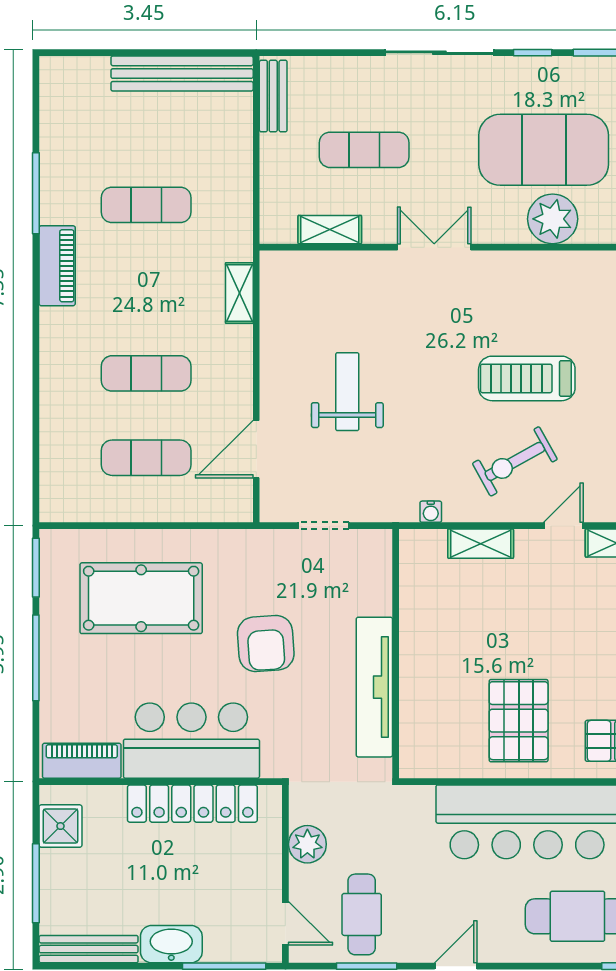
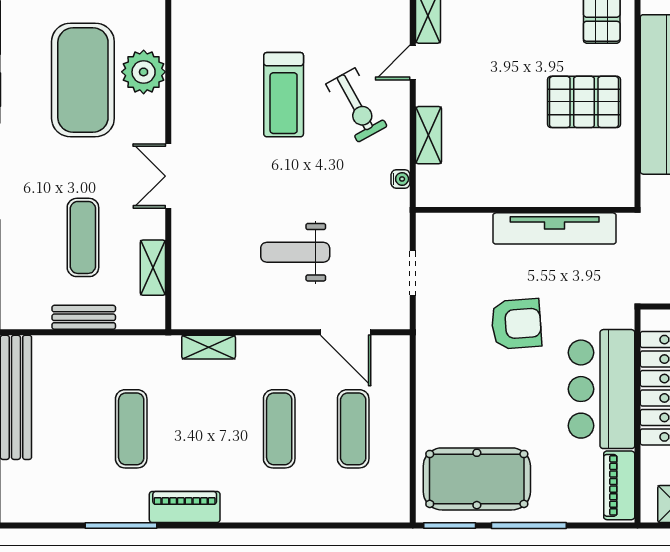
bench: (273, 96) -> (84, 317), moved
door: (563, 526) -> (413, 63), hinge flipped
pool table: (141, 598) -> (477, 479), moved, turned 90

